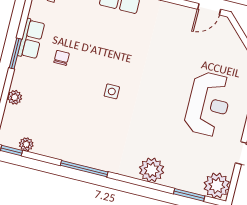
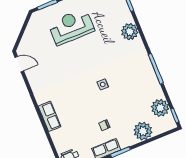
plant: (15, 97) -> (143, 131), width x1.88, depth x1.88
plant: (26, 144) -> (160, 108), width x1.88, depth x1.88

